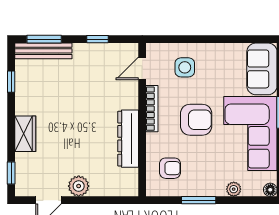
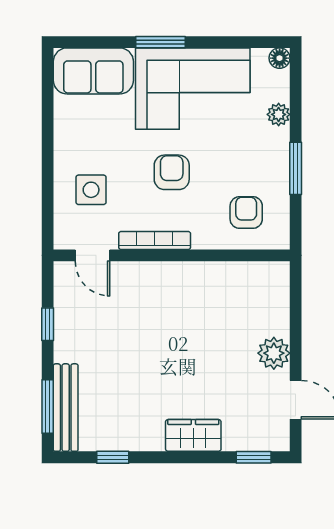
armchair: (196, 120) -> (172, 172), width x0.72, depth x0.72
dresser: (128, 139) -> (201, 277), removed

